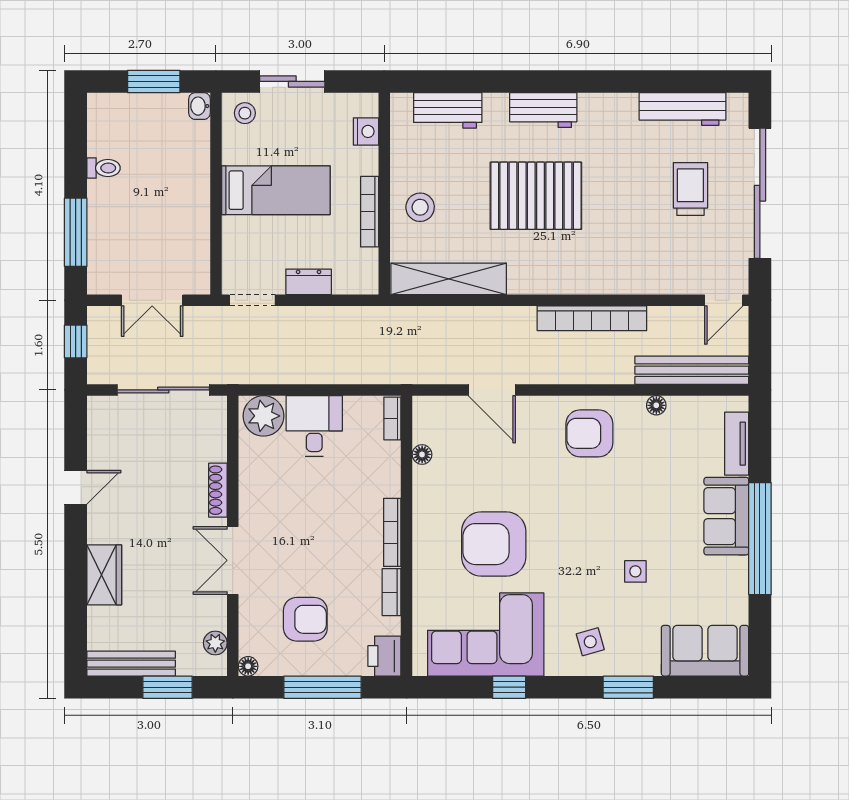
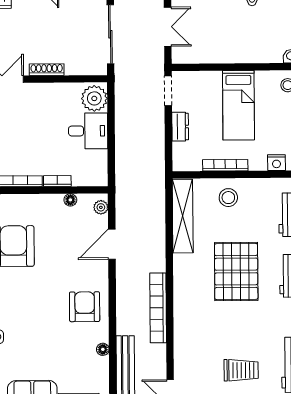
double door: (152, 300) -> (168, 27), swing flipped
plant: (434, 407) -> (101, 207), added
bookcase: (392, 418) -> (57, 181), moved

